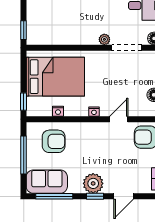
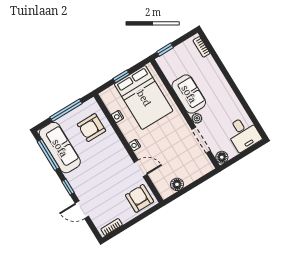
sofa: (78, 33) -> (189, 94), added
window: (24, 102) -> (121, 76), moved
armchair: (54, 141) -> (92, 128), turned 90
sofa: (47, 182) -> (60, 148), width x1.36
plant: (93, 183) -> (77, 179), removed

